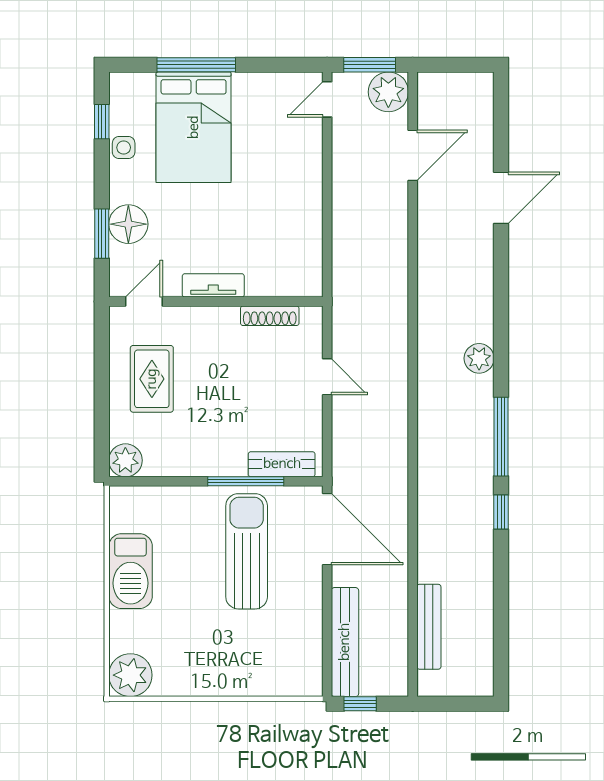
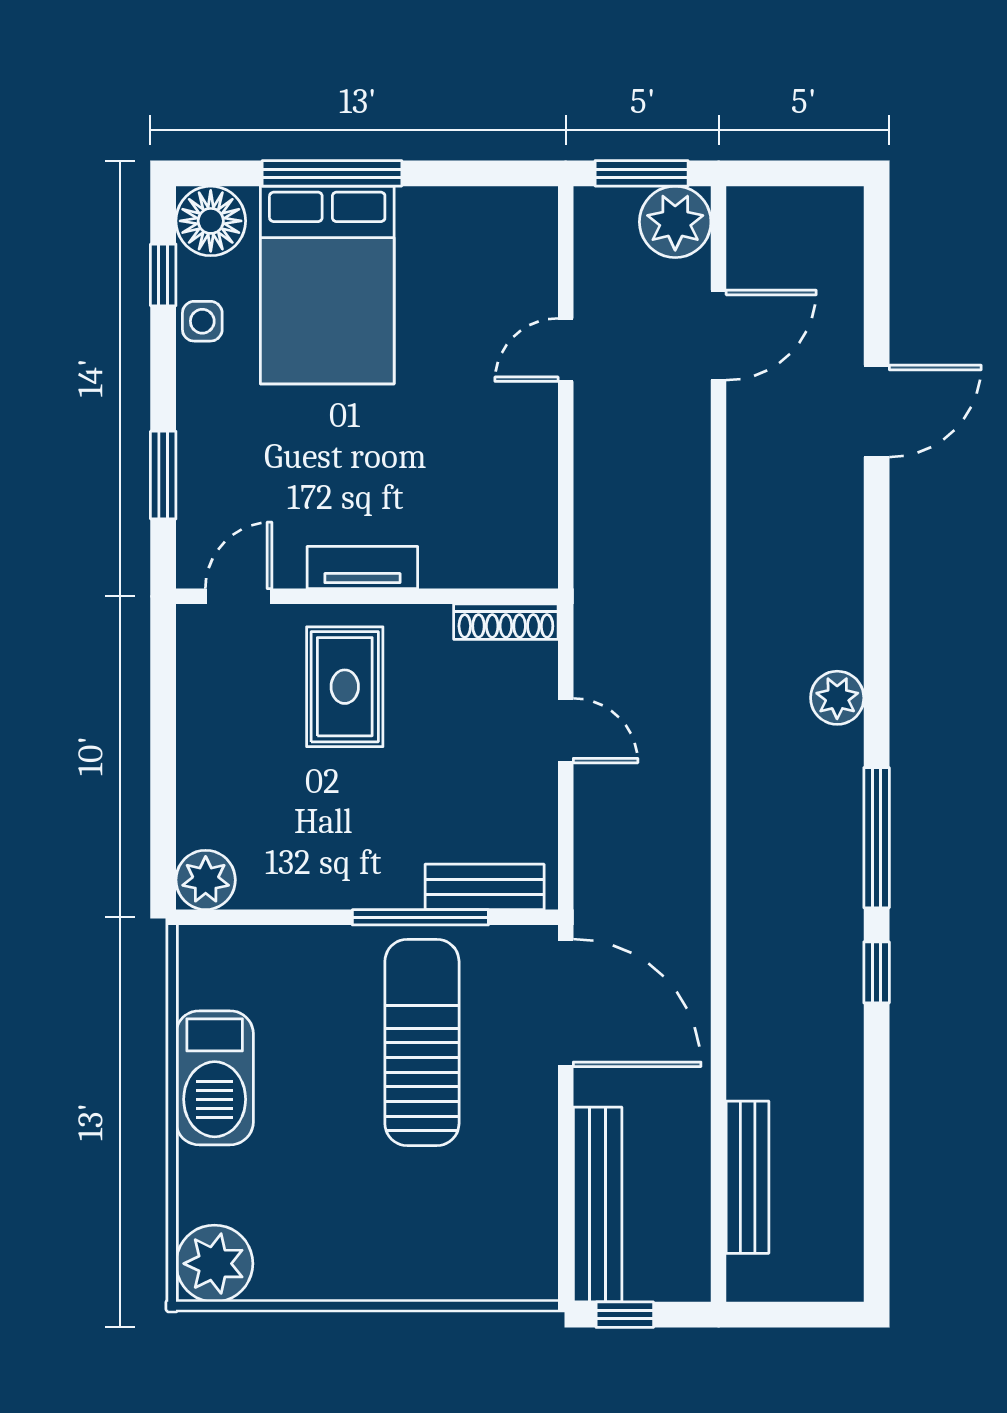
door: (327, 99) -> (566, 350), moved
floor lamp: (128, 224) -> (211, 221), moved
shoe rack: (270, 316) -> (506, 622), moved
rug: (152, 379) -> (345, 687), moved

